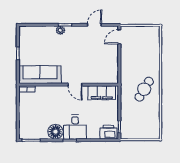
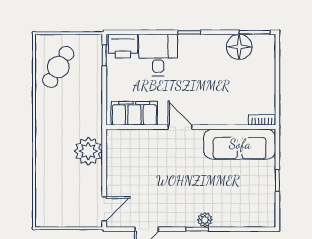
plant: (129, 71) -> (88, 151), added
cafe table: (144, 89) -> (58, 67), moved
desk: (75, 127) -> (158, 55), moved
floor lamp: (55, 132) -> (239, 47), moved

